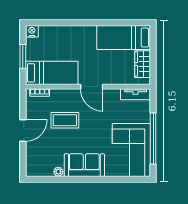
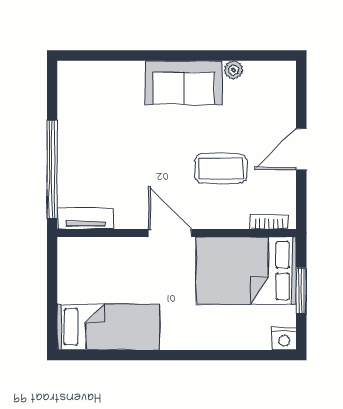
wardrobe: (143, 64) -> (72, 276), removed
bed: (52, 73) -> (246, 271), width x1.50
window: (153, 139) -> (52, 169), moved
corner sofa: (131, 150) -> (93, 111), removed

